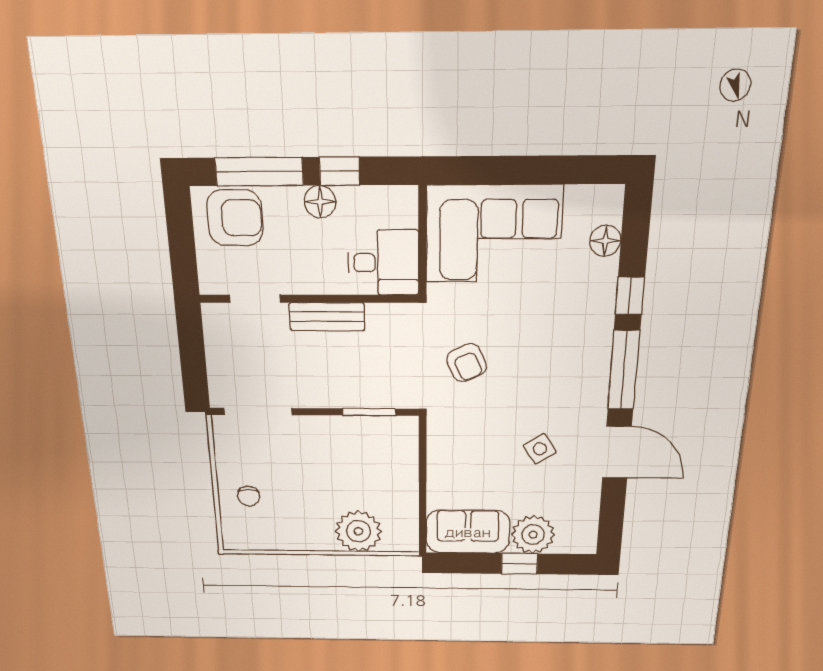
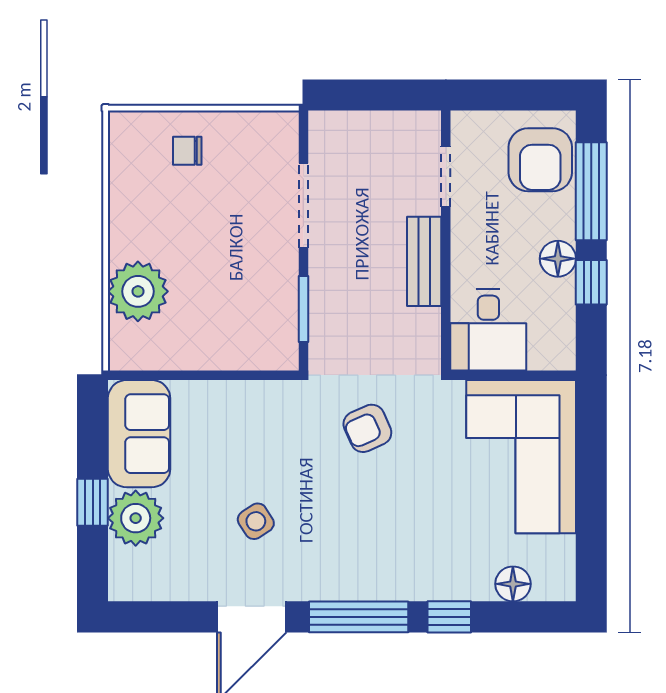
doorway: (258, 412) -> (303, 206), moved

